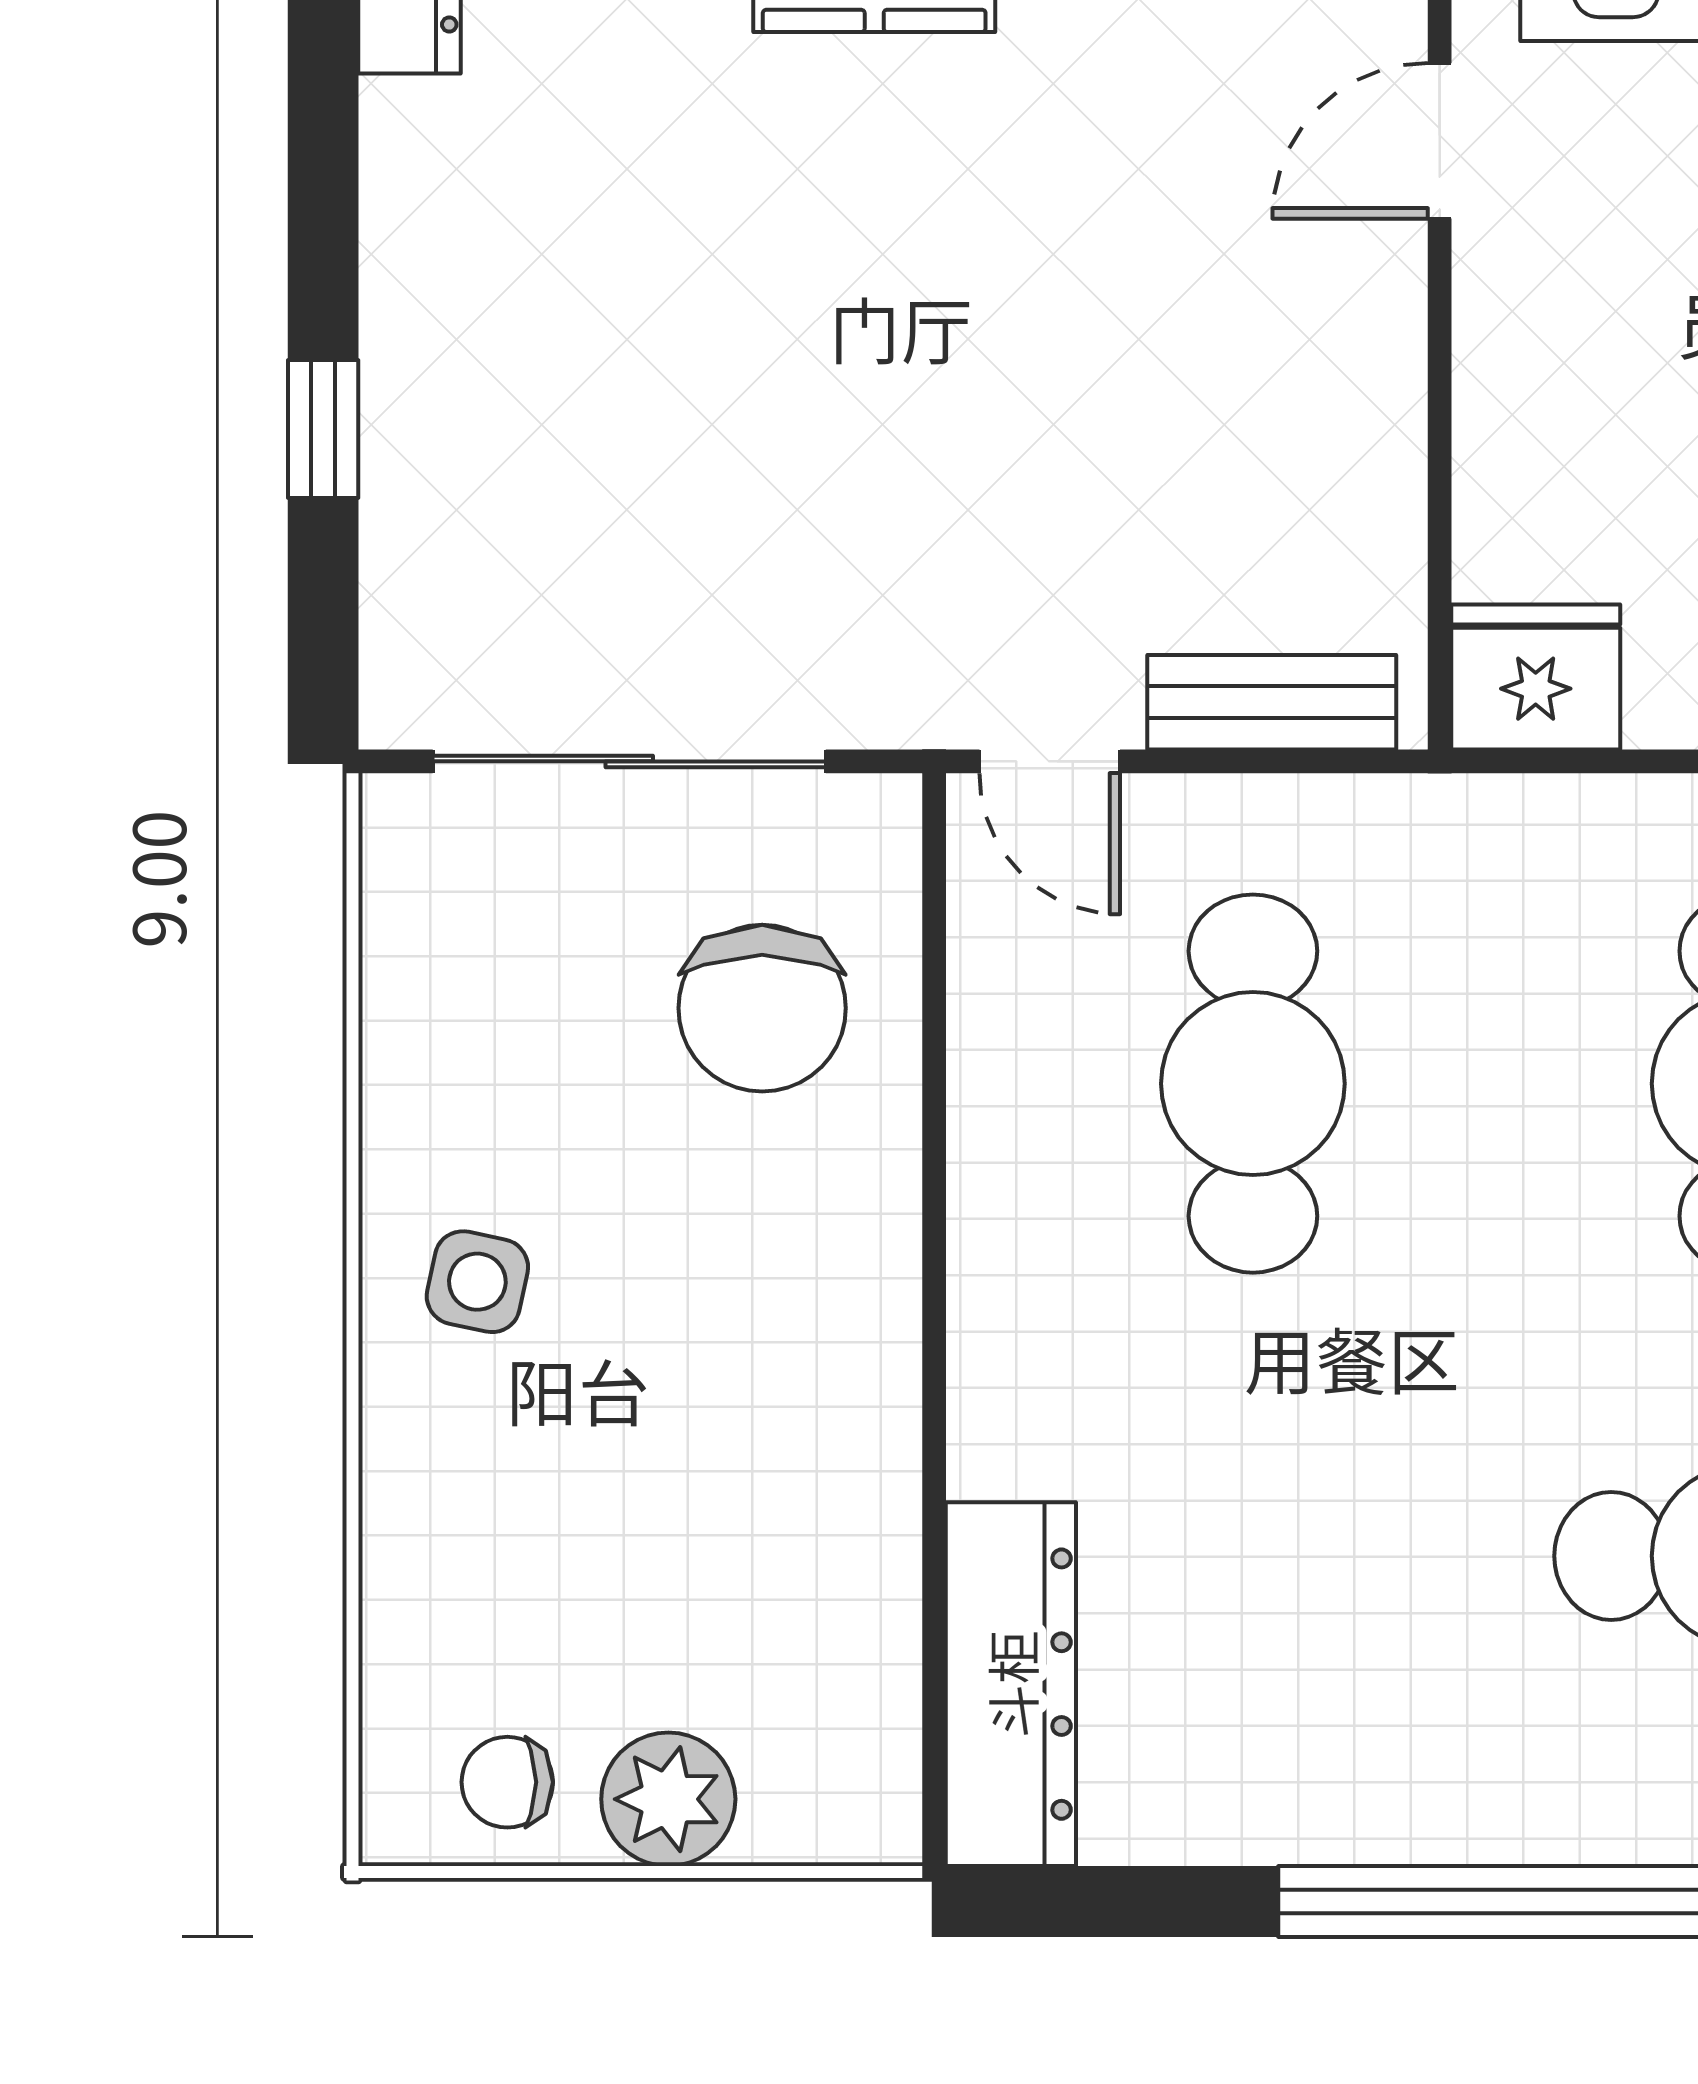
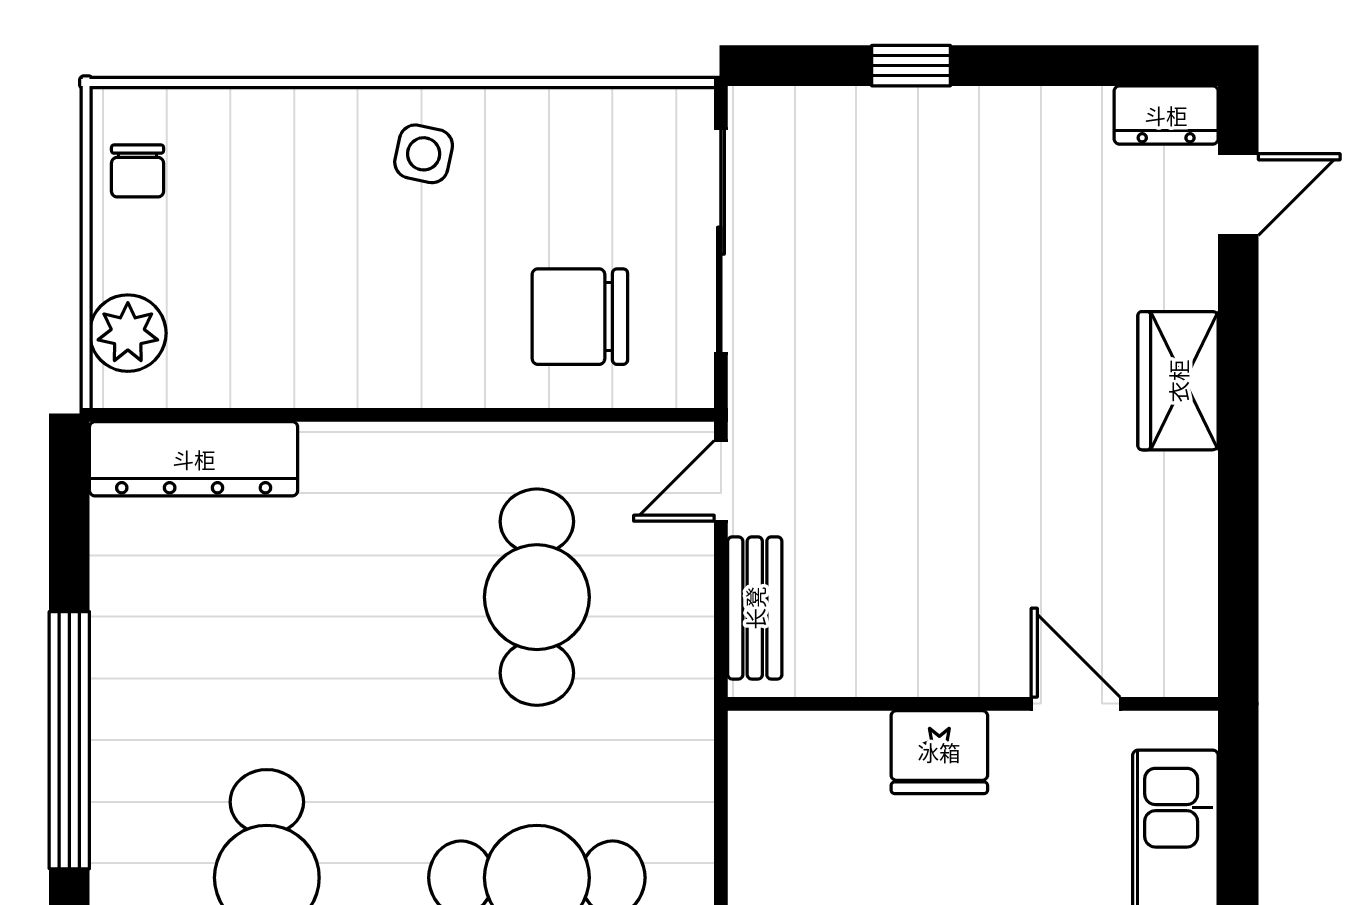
fridge: (1536, 677) -> (939, 752), moved, turned 90
cafe table: (1253, 1084) -> (537, 597), turned 90
chair: (507, 1782) -> (138, 171), turned 180
plant: (668, 1799) -> (128, 333), moved

